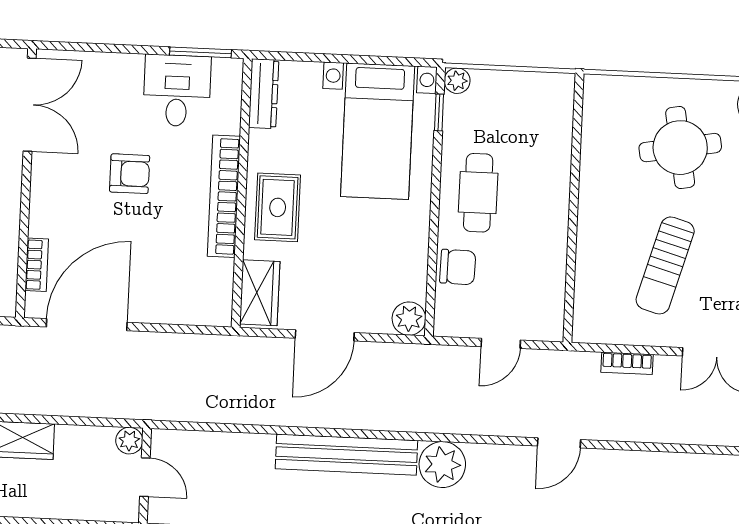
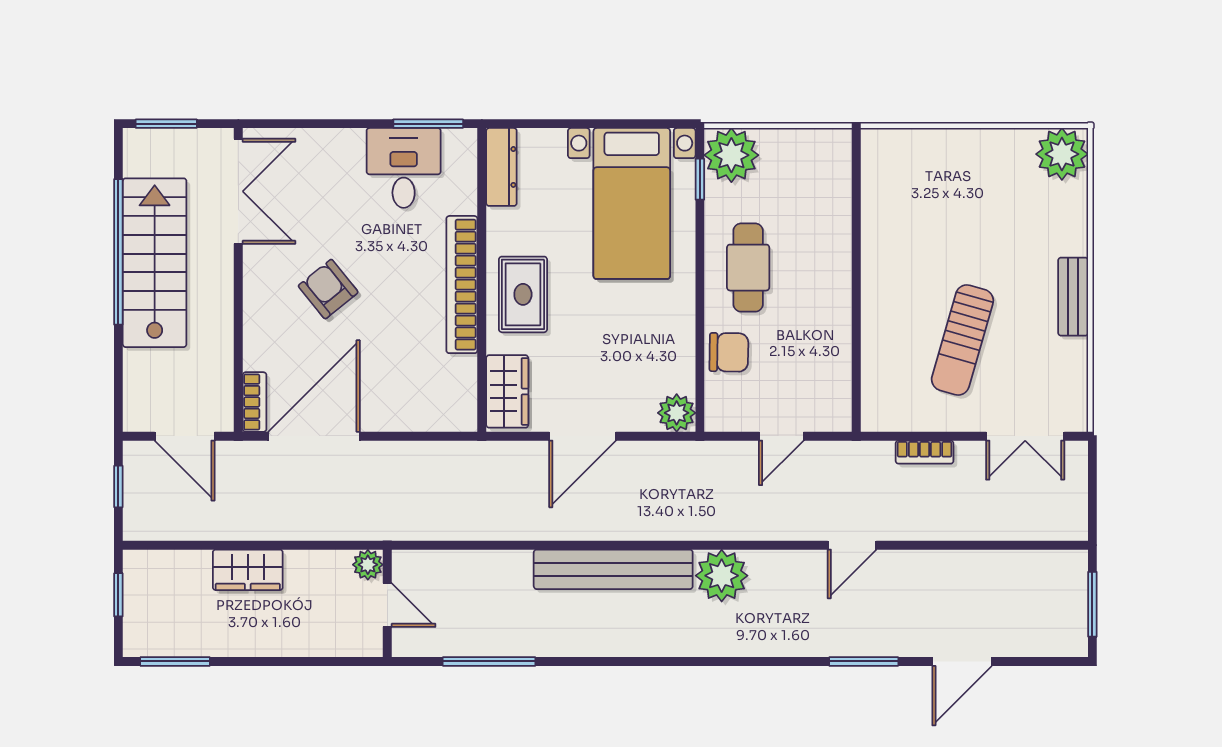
plant: (457, 81) -> (731, 155), width x1.88, depth x1.88
round table: (680, 148) -> (973, 206), removed
armchair: (130, 174) -> (328, 289), moved, turned -129
bookcase: (37, 265) -> (255, 402), moved

